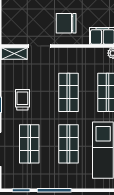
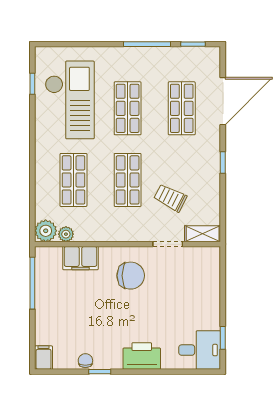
trolley: (22, 100) -> (170, 198), moved, turned 117

